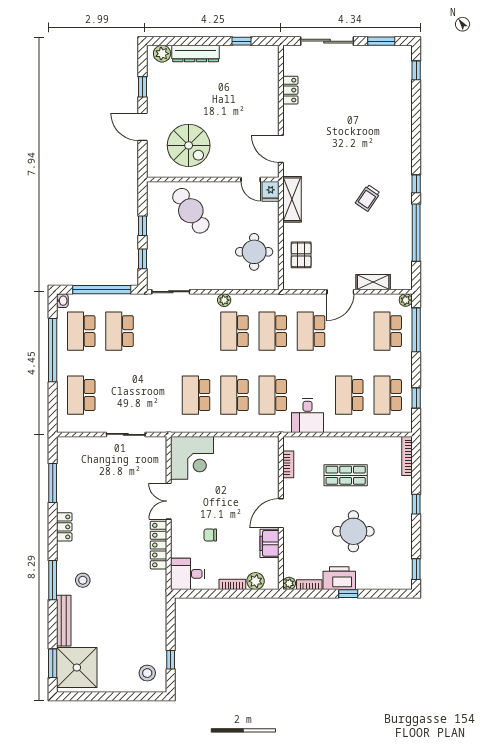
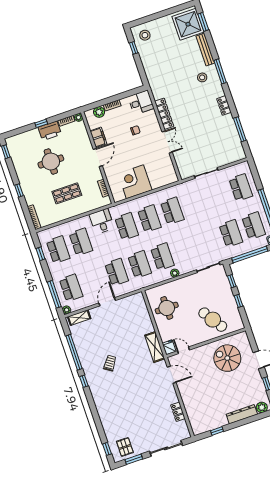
pallet: (301, 255) -> (125, 447), moved
shelving: (373, 282) -> (79, 318), moved
corner desk: (192, 458) -> (135, 182), moved

